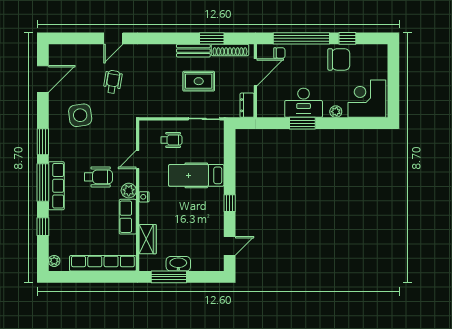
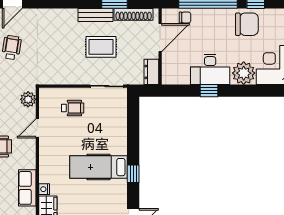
plant: (336, 112) -> (244, 73), width x1.88, depth x1.88
window: (302, 123) -> (209, 91), width x0.67
hospital bed: (196, 175) -> (99, 167), moved
plant: (129, 191) -> (28, 99), moved
nightstand: (144, 197) -> (44, 189), moved

